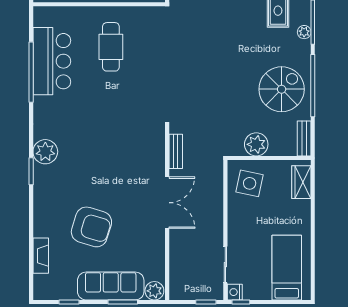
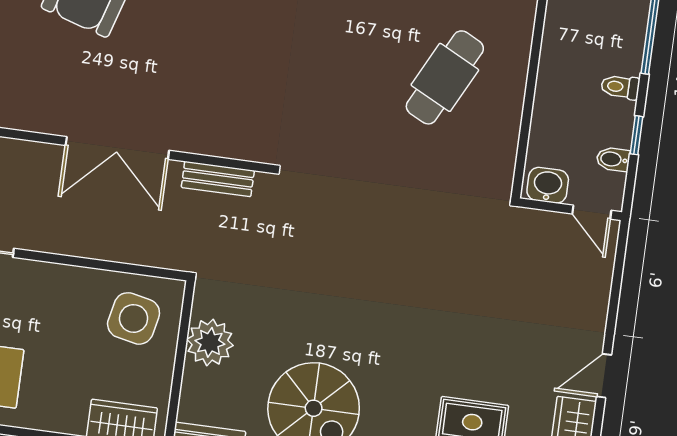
cafe table: (111, 47) -> (445, 77), turned -63

